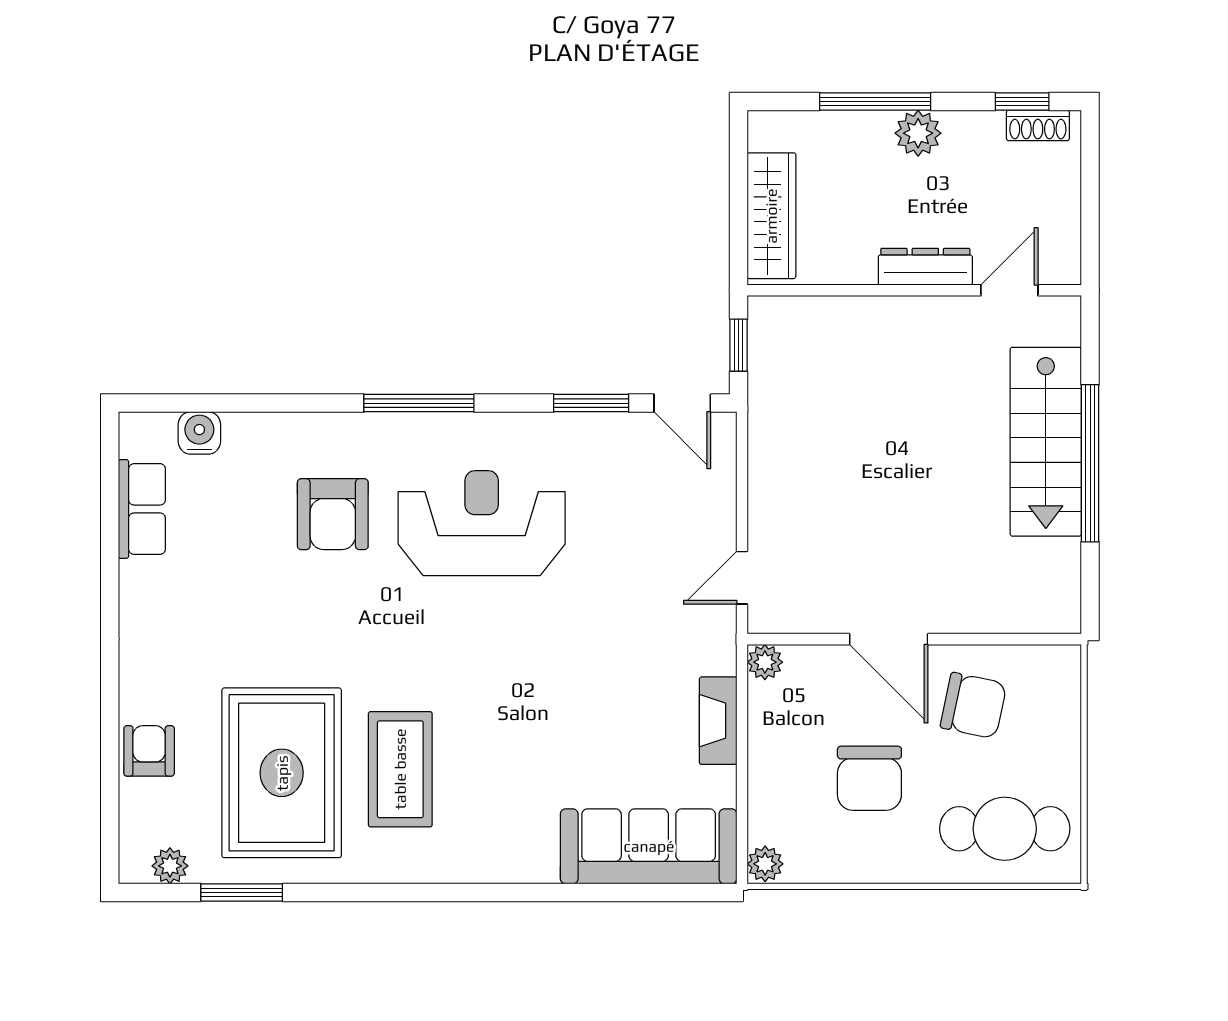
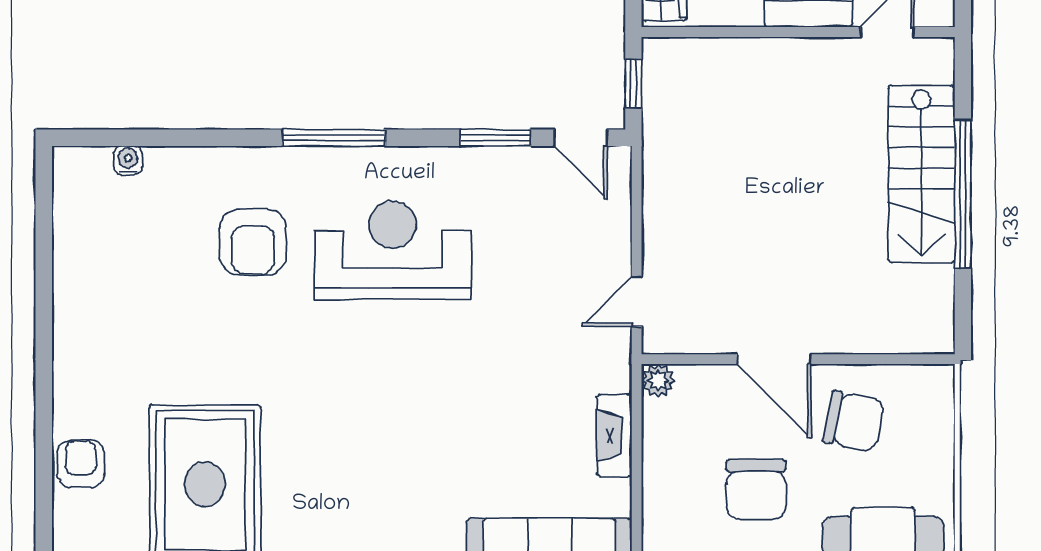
water cooler: (199, 433) -> (128, 160), width x0.72, depth x0.72
row of seats: (142, 509) -> (74, 237), removed
coffee table: (400, 769) -> (316, 481), removed

